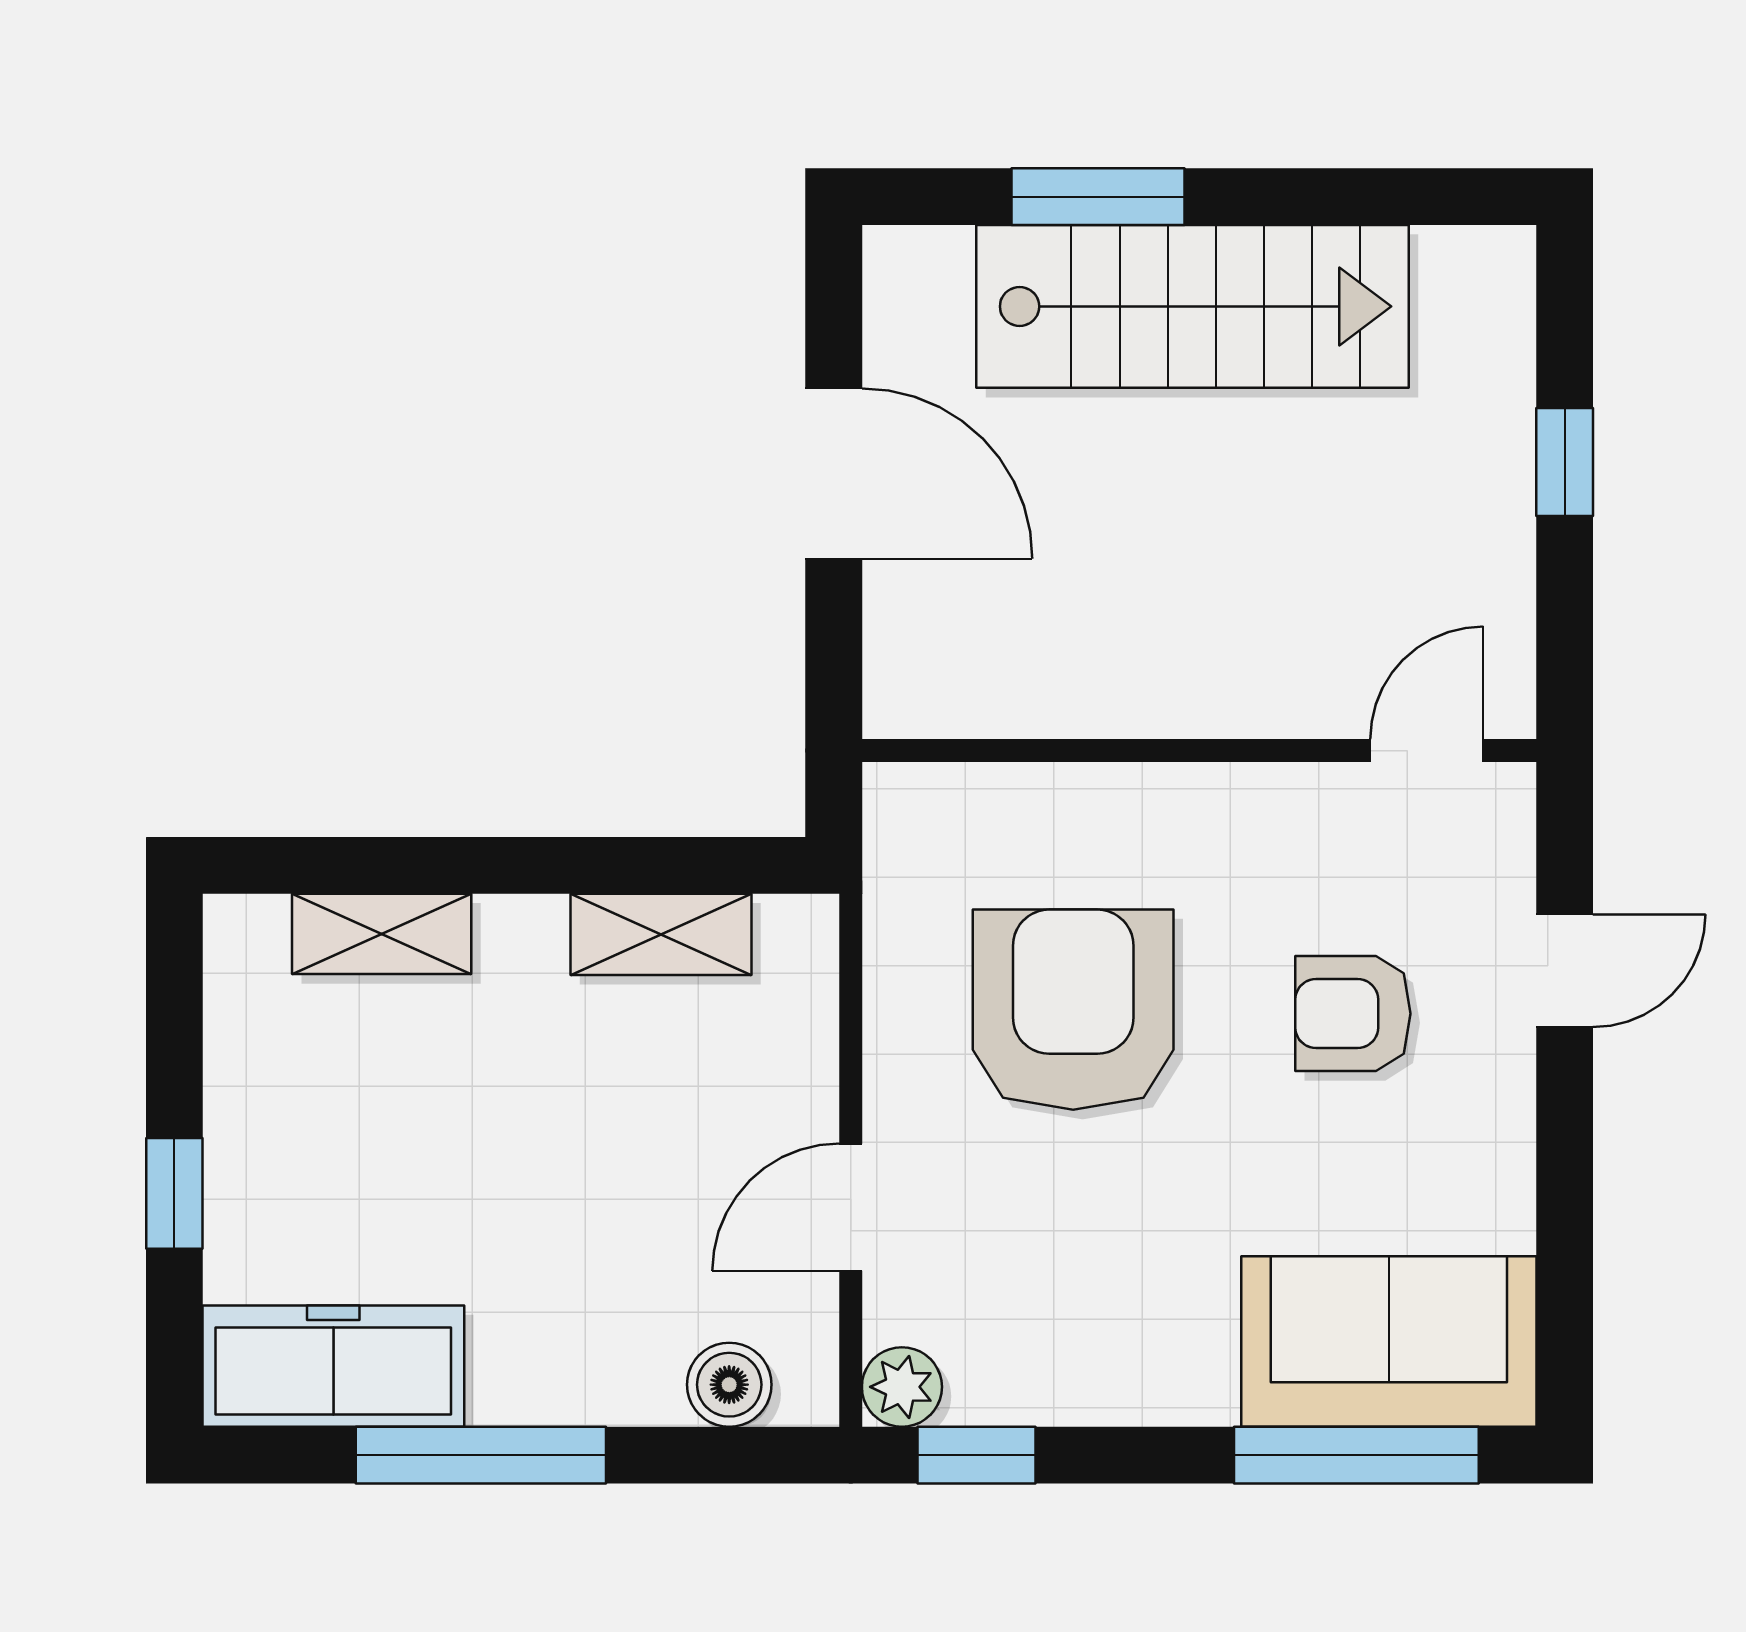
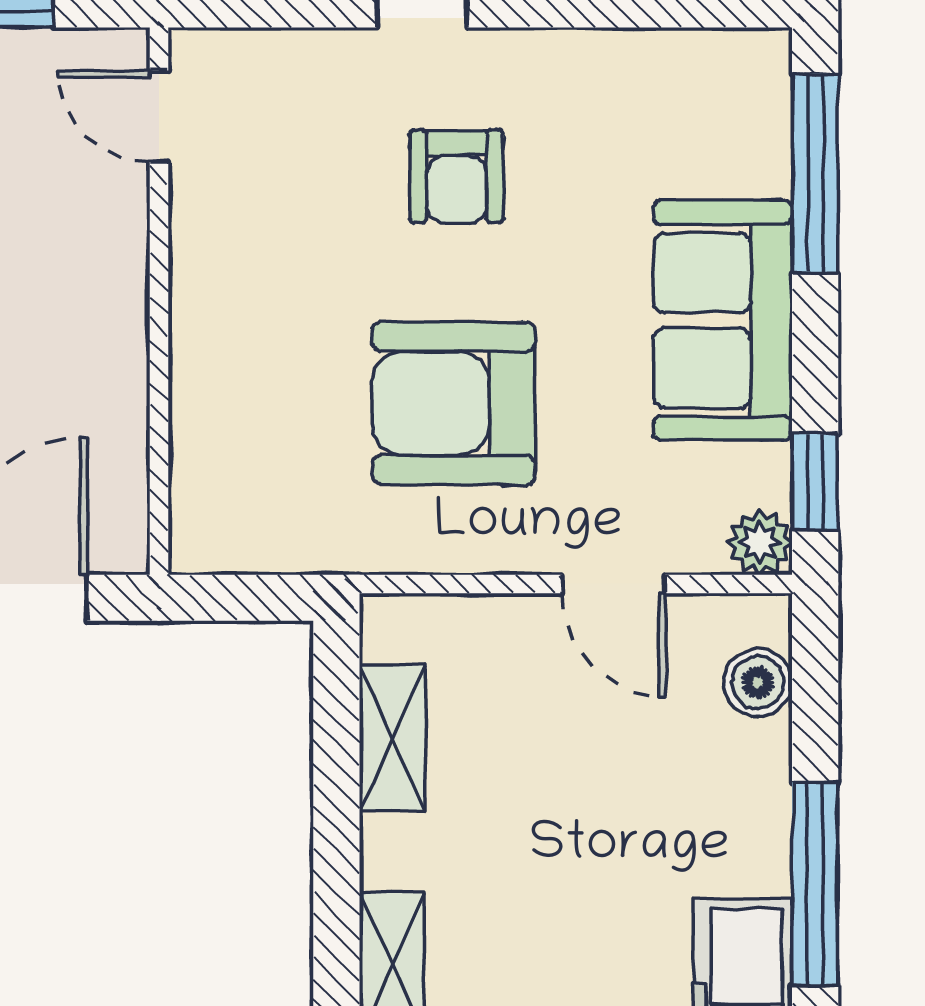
wall: (1199, 751) -> (159, 301), moved
door: (1427, 751) -> (159, 116), moved
sofa: (1389, 1342) -> (723, 320), moved

